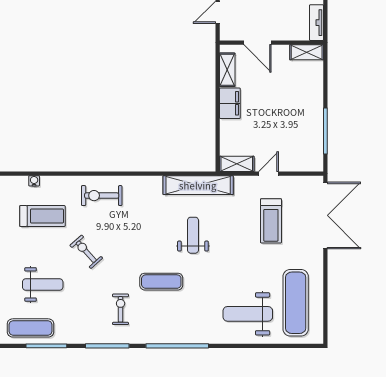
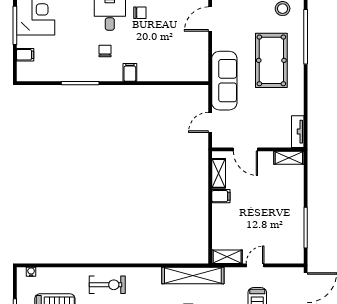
filing cabinet: (230, 103) -> (221, 196), width x0.50
water cooler: (34, 181) -> (31, 272), moved
exercise bike: (102, 196) -> (107, 285), turned 180

